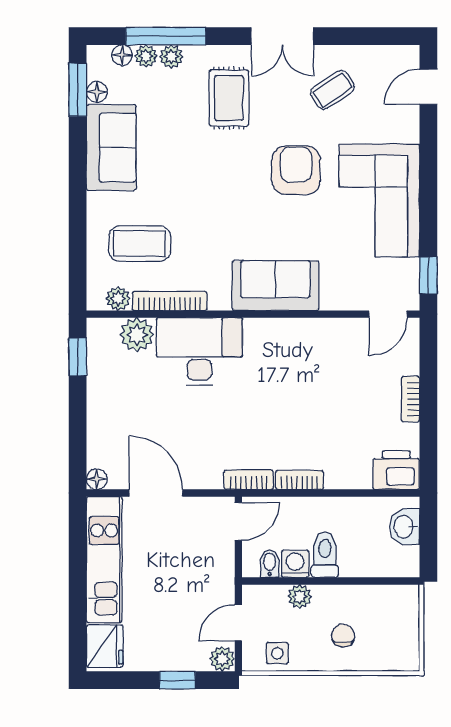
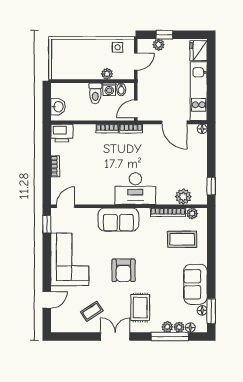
door: (428, 87) -> (47, 300), moved
armchair: (296, 170) -> (123, 270), moved
desk: (199, 351) -> (135, 189), moved
chair: (343, 635) -> (87, 56), removed
plant: (222, 659) -> (159, 45), moved

